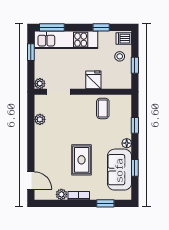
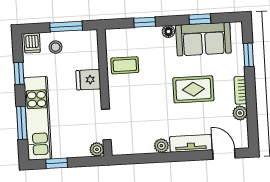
window: (52, 27) -> (22, 123), moved
window: (135, 65) -> (66, 27), width x1.50
plant: (40, 119) -> (161, 146), moved
tv unit: (40, 156) -> (191, 143), added
door: (31, 180) -> (224, 154), hinge flipped

